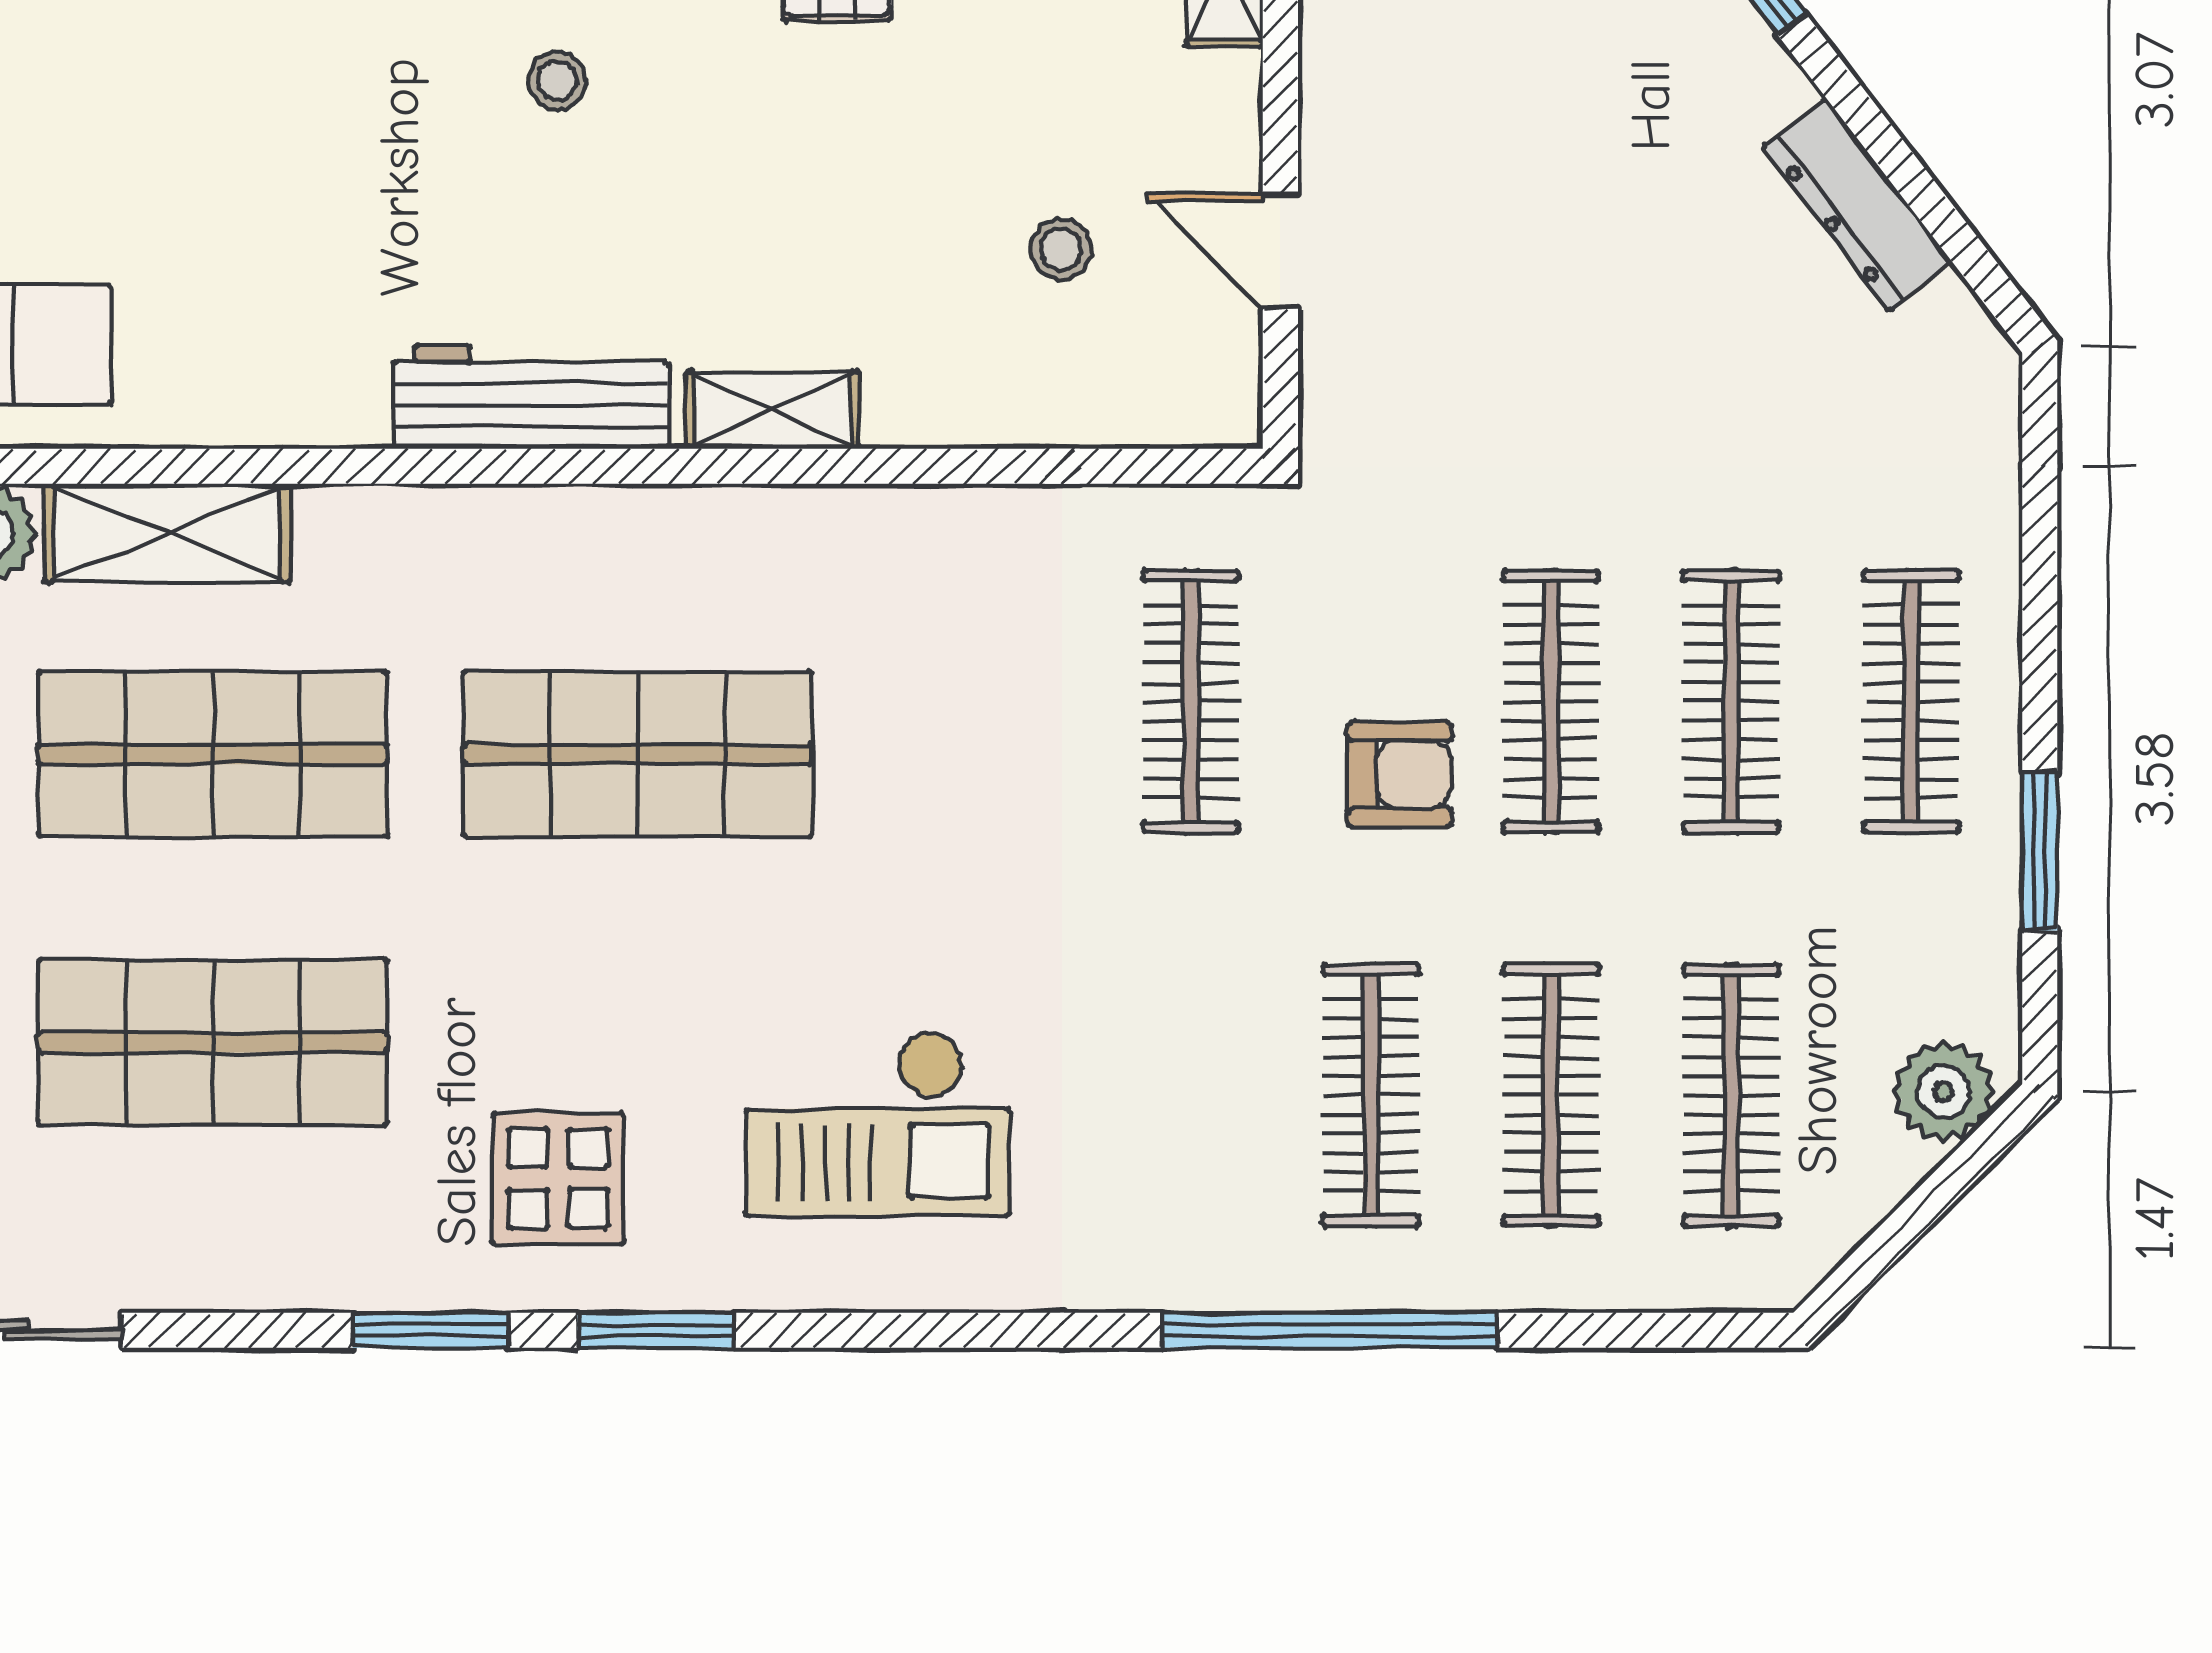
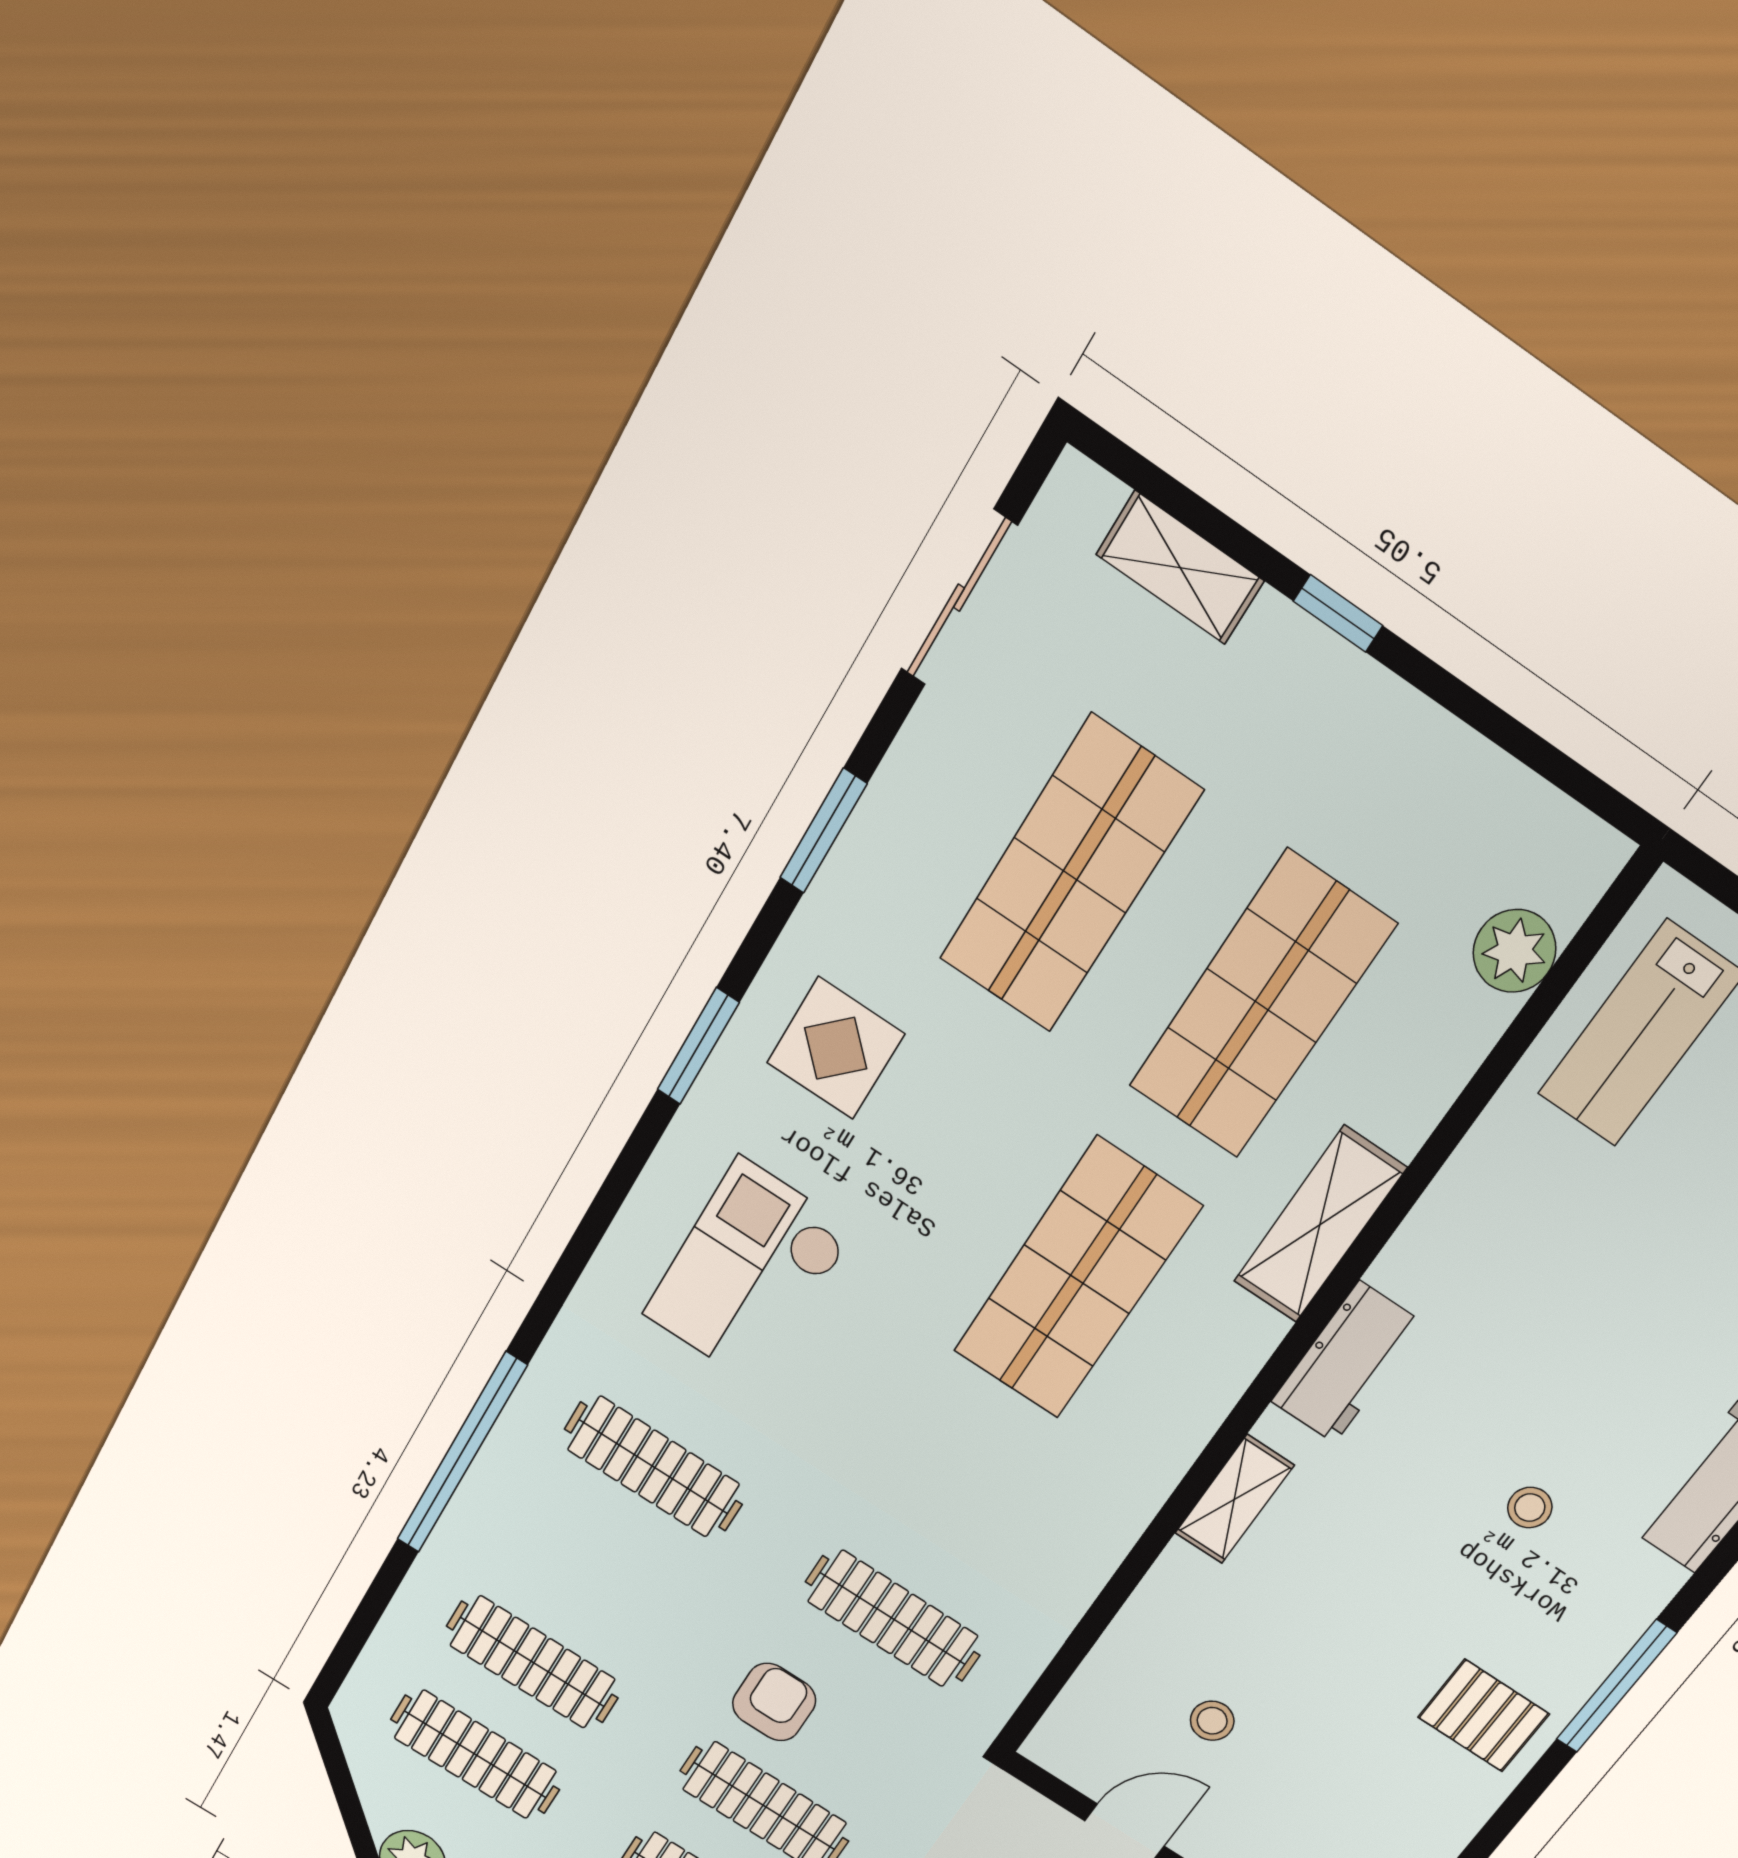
workbench: (531, 397) -> (1347, 1363), width x0.73
shelving: (167, 533) -> (1320, 1225), moved
armchair: (1400, 774) -> (774, 1702), turned 180
clothes rail: (1371, 1095) -> (653, 1467), moved
window: (431, 1330) -> (823, 831), moved

